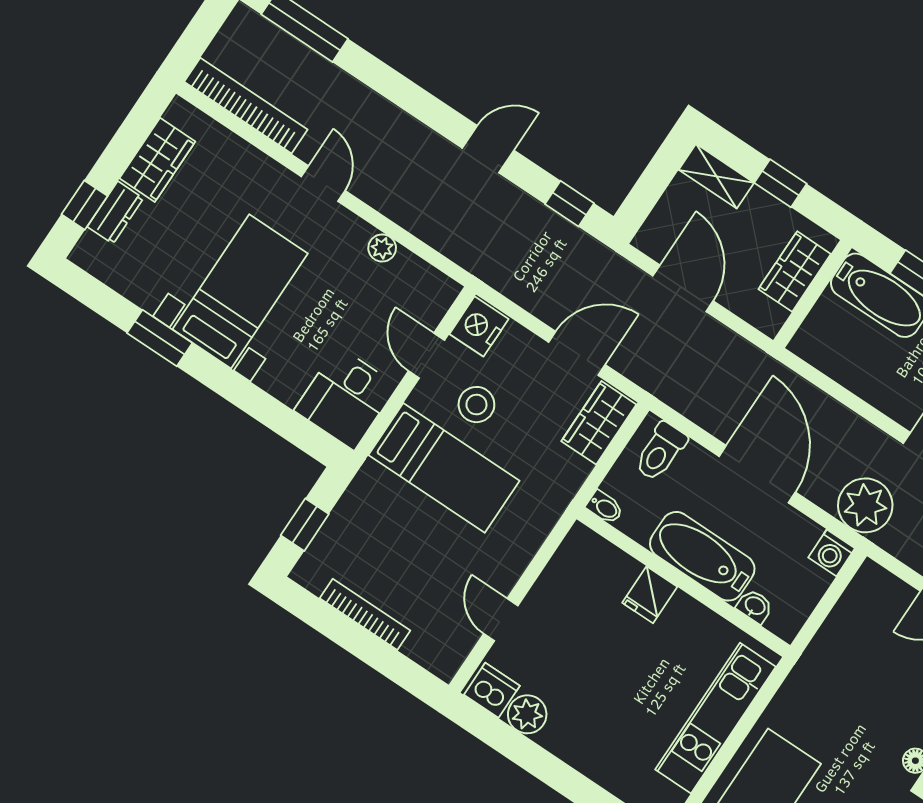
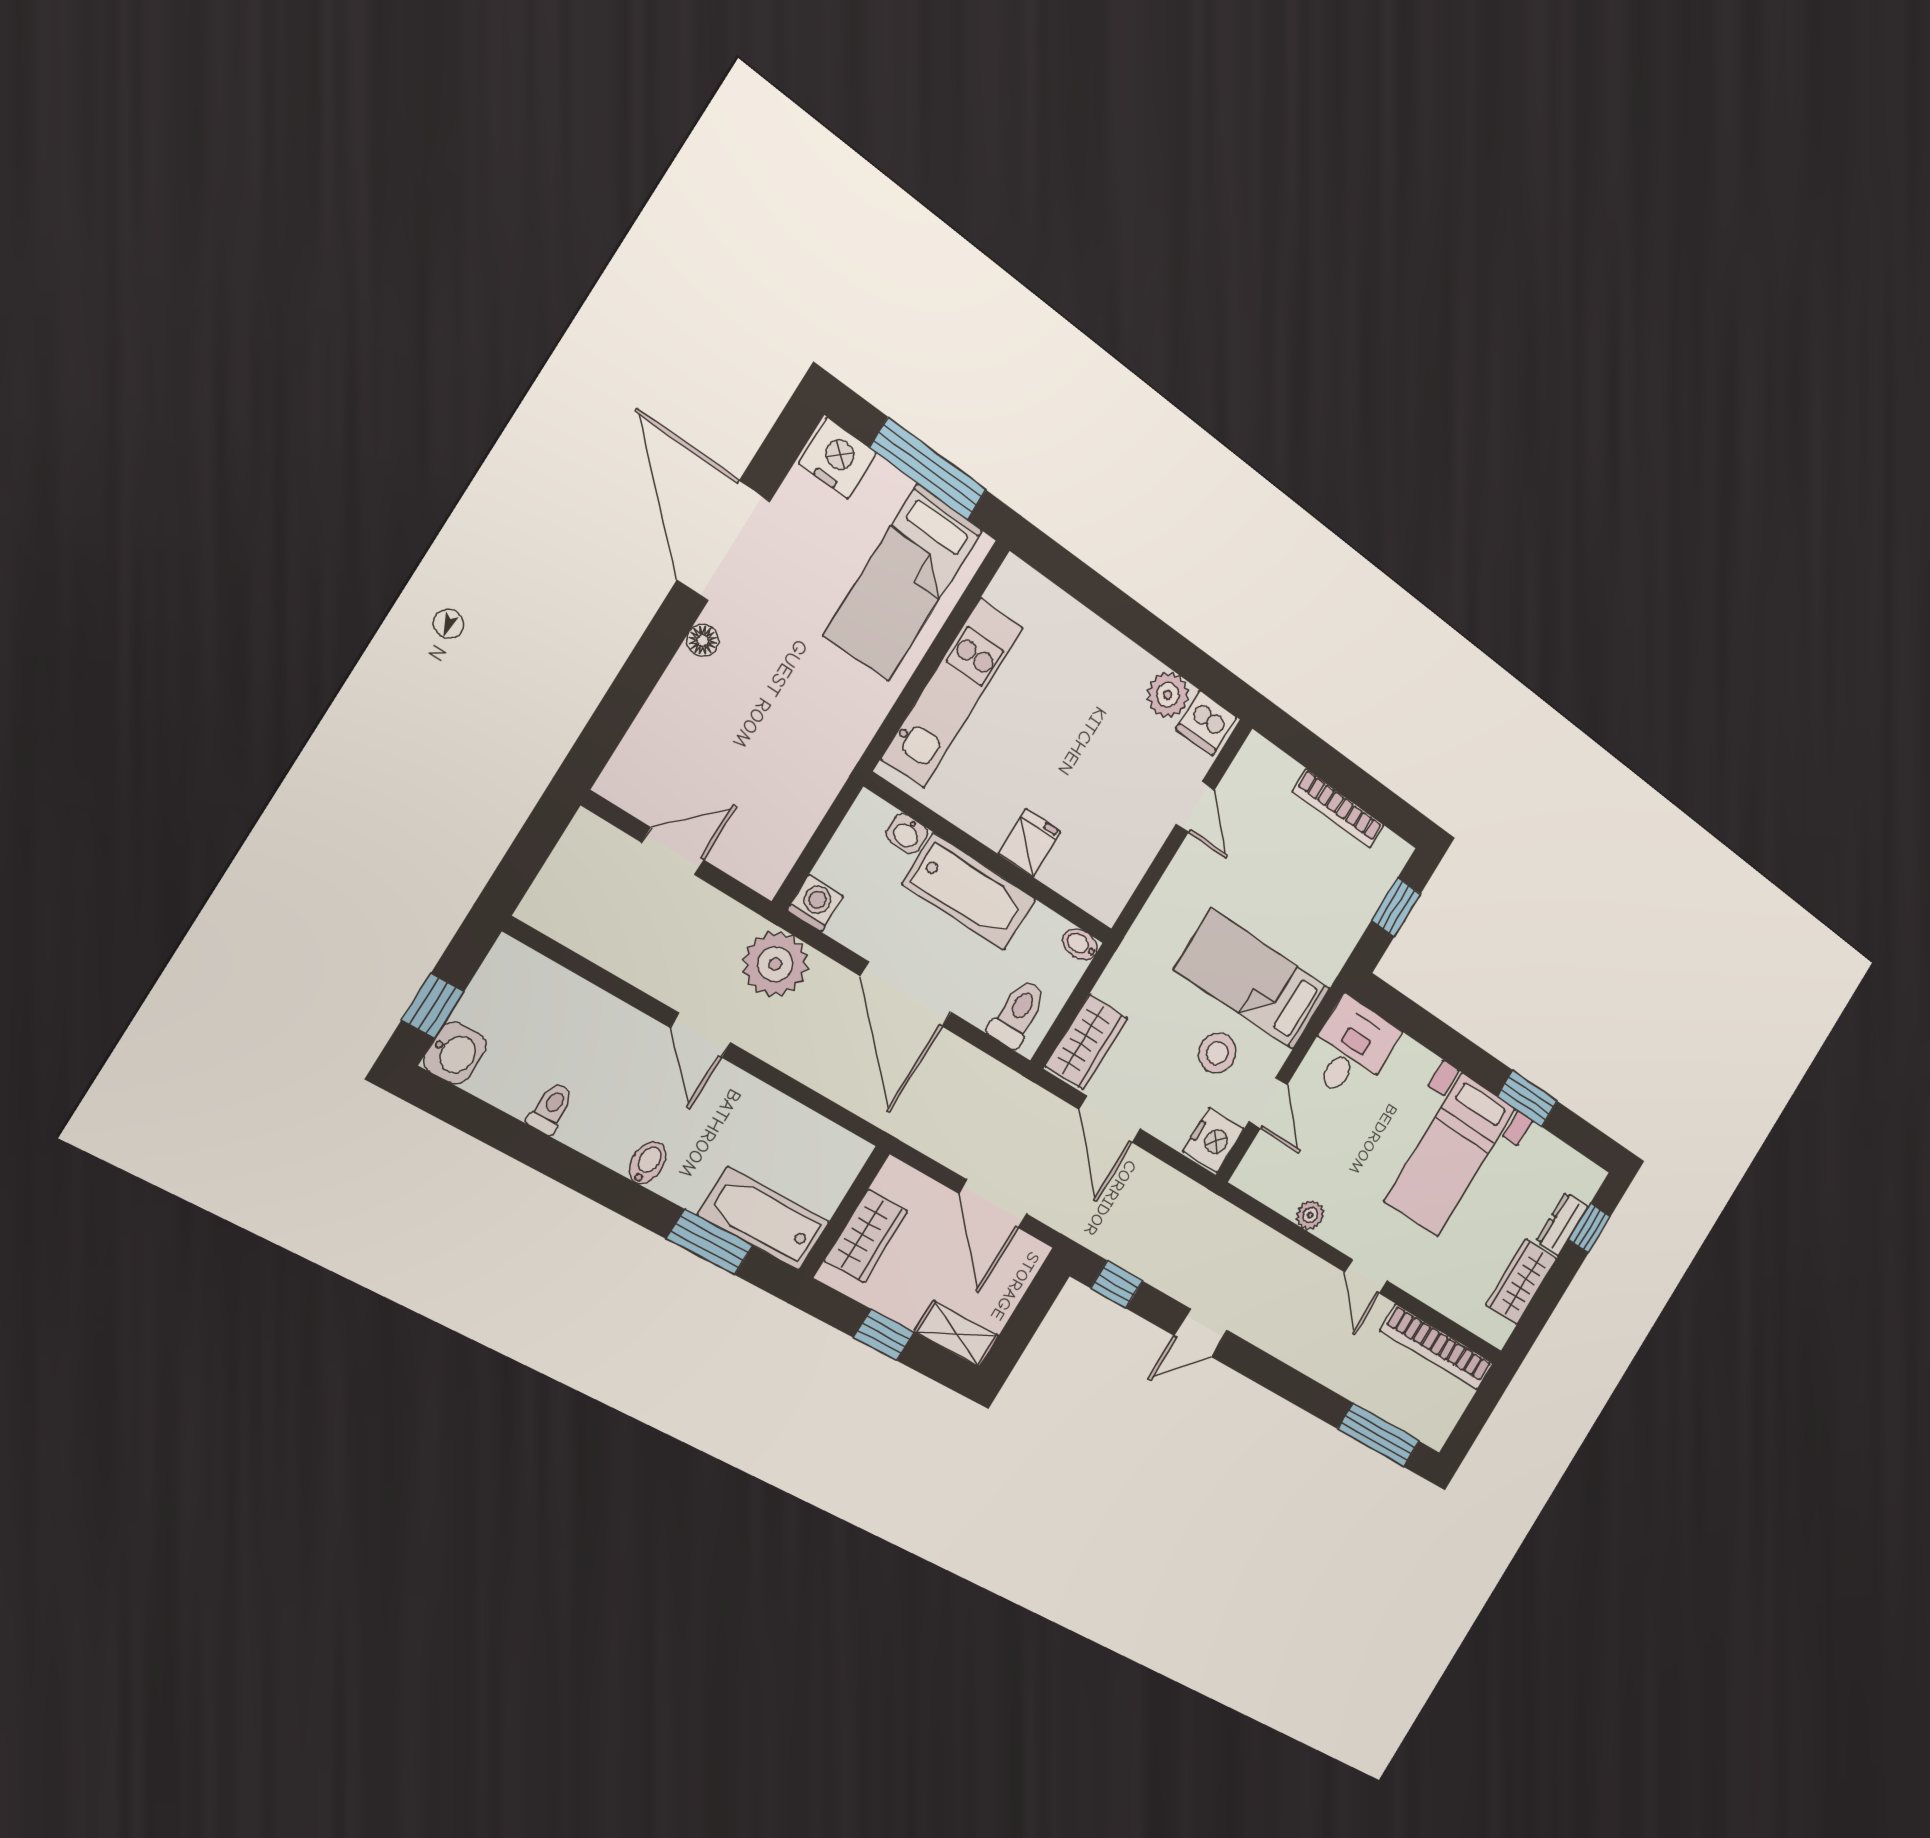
door: (577, 353) -> (1110, 1119), hinge flipped

